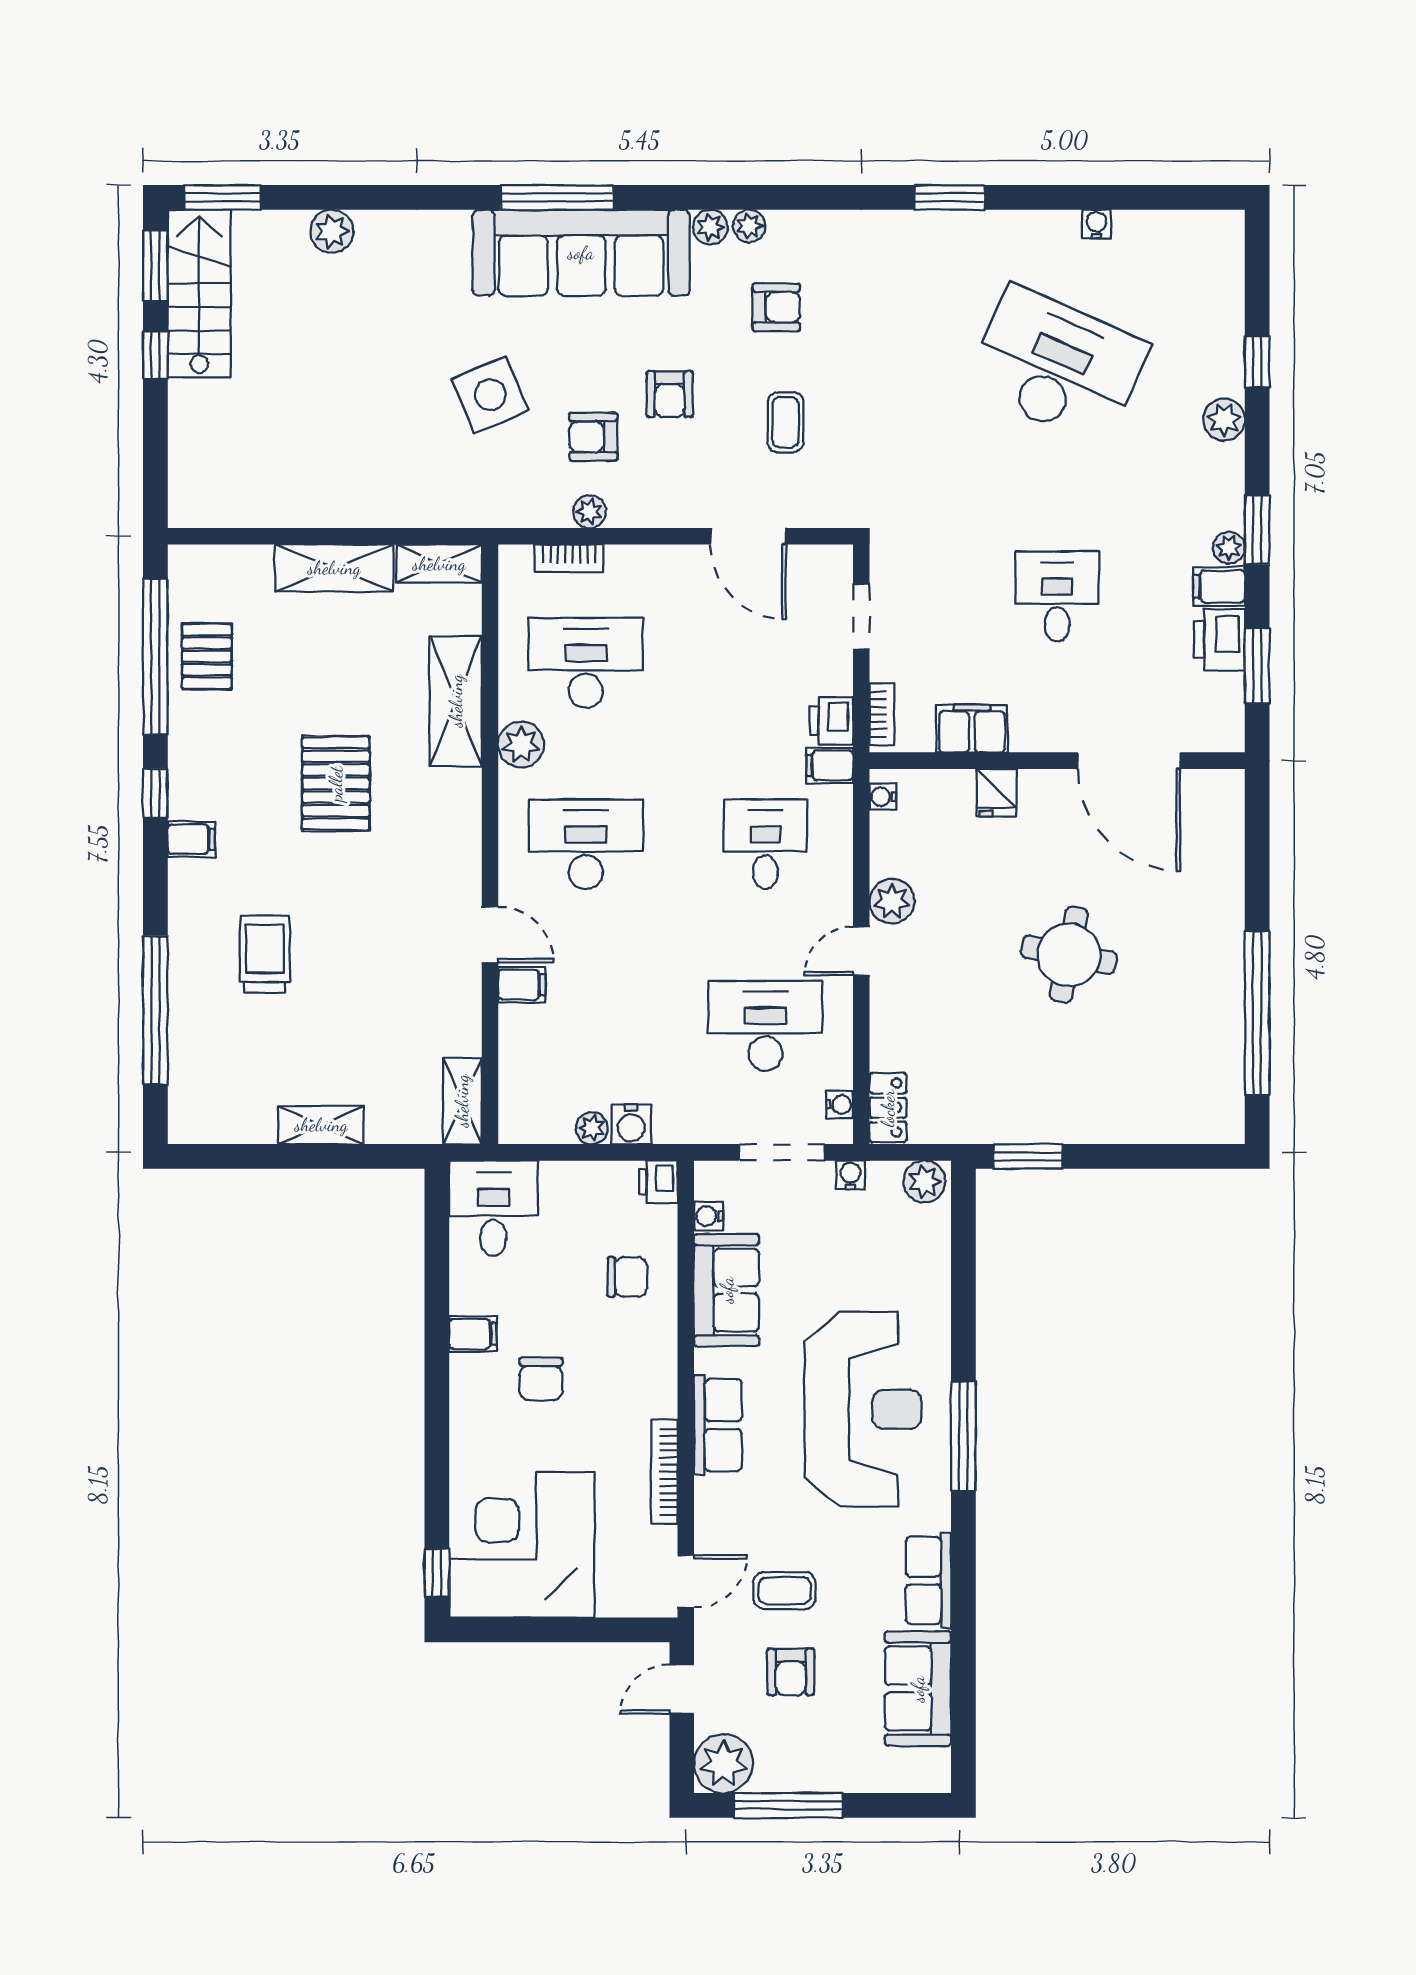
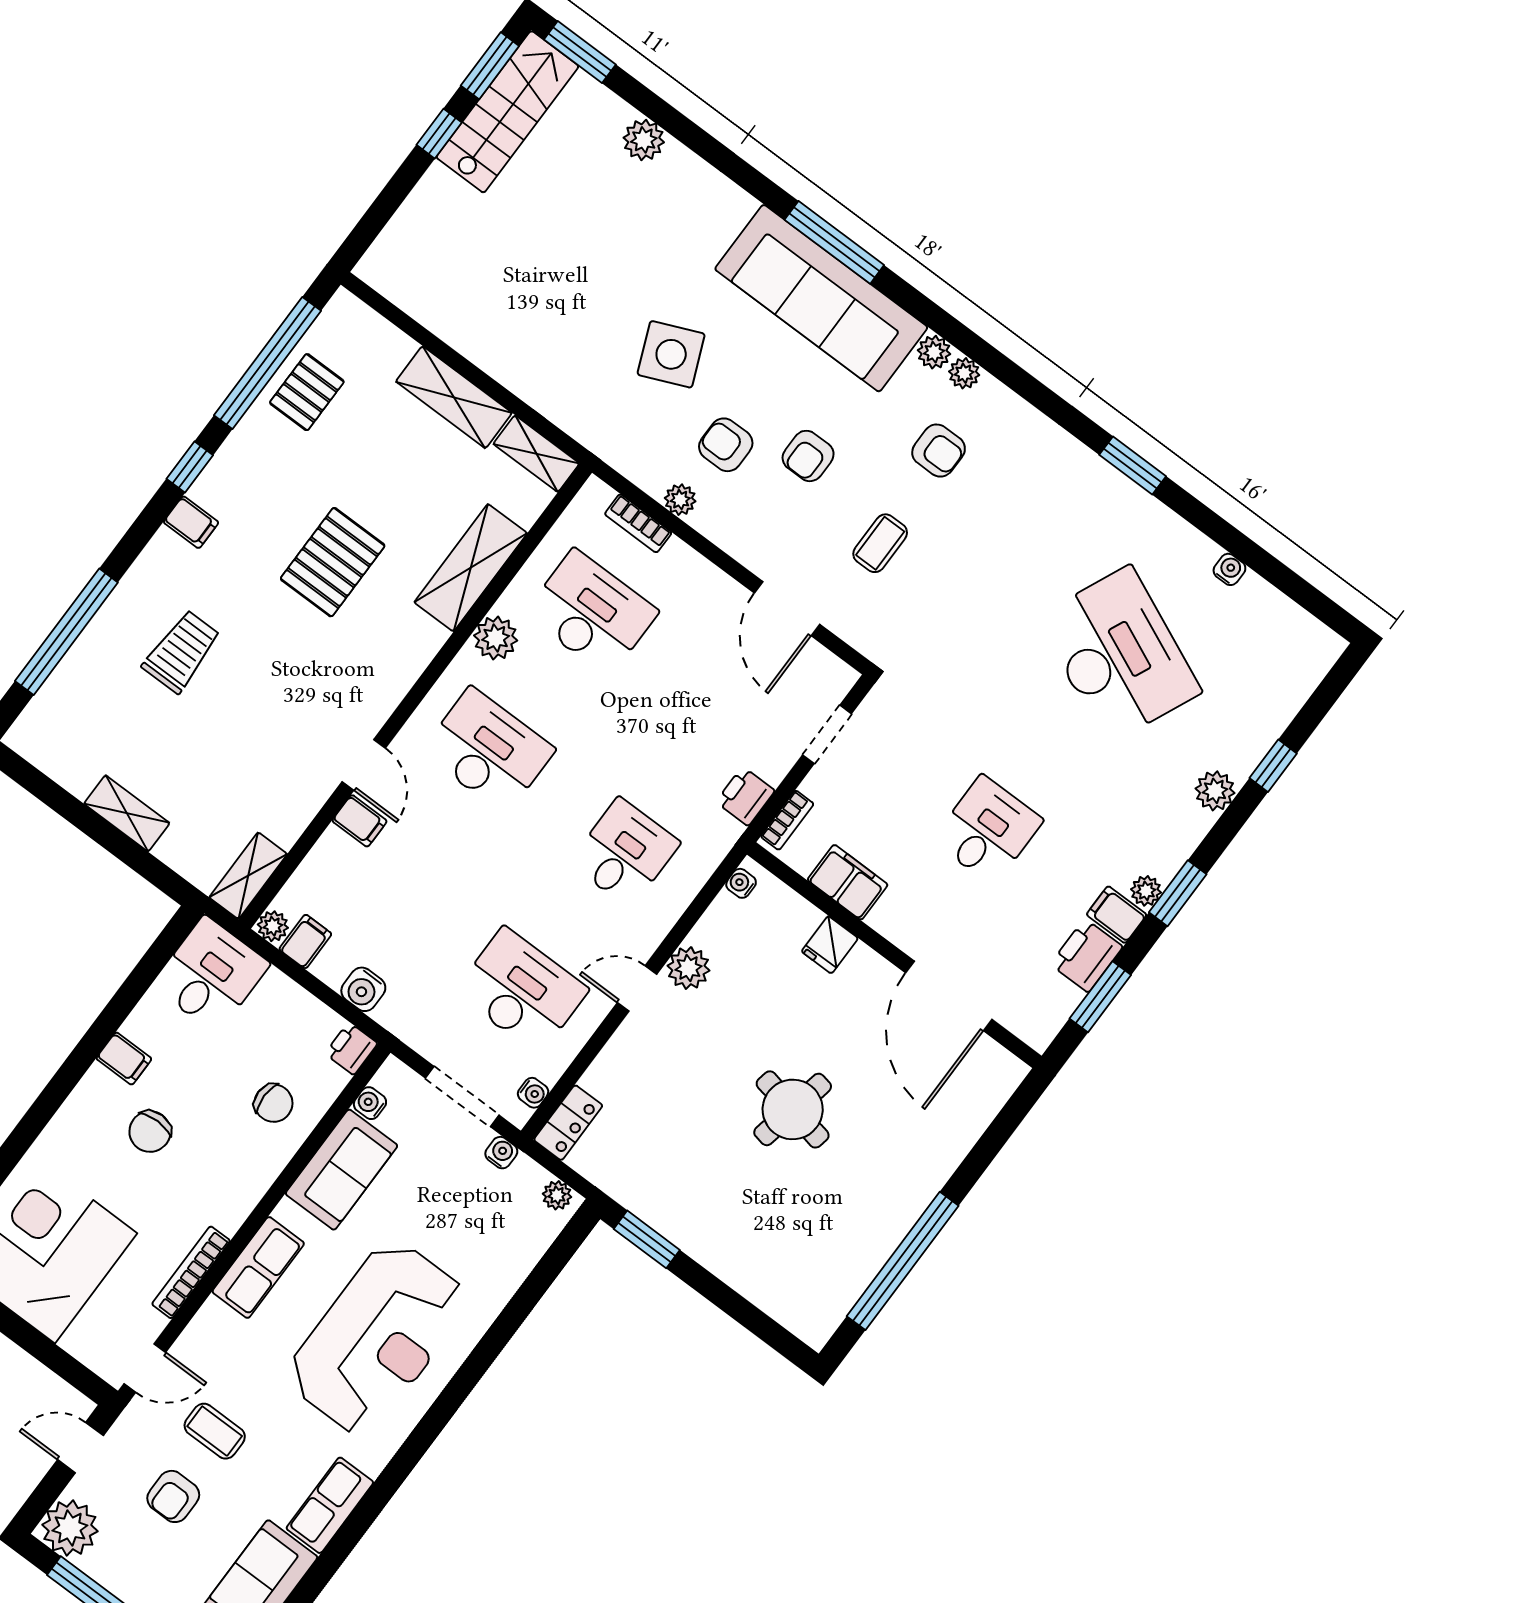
filing cabinet: (830, 765) -> (305, 942), moved, turned 90
plant: (592, 1128) -> (273, 926), moved
plant: (924, 1182) -> (557, 1195), width x0.73, depth x0.73
window: (963, 1436) -> (439, 1415), removed

